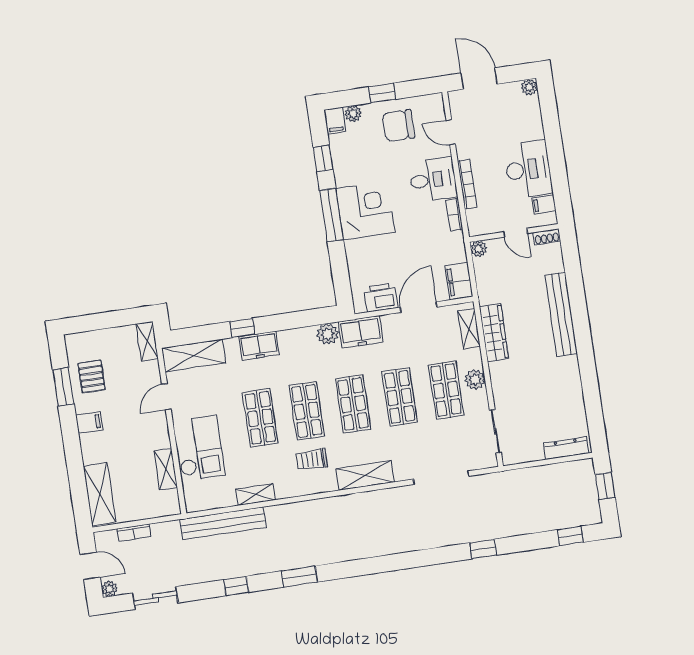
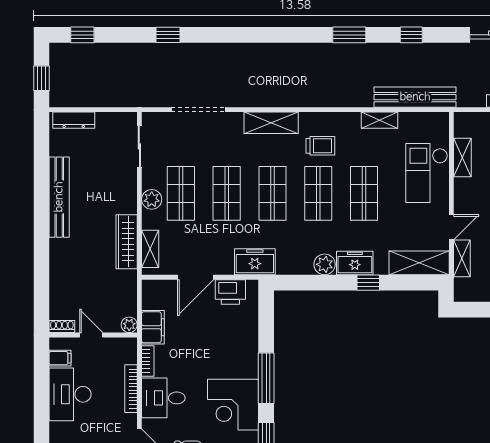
corner desk: (365, 210) -> (233, 405), moved
filing cabinet: (459, 281) -> (153, 327), moved
bench: (561, 315) -> (59, 197), moved
plant: (328, 334) -> (325, 264), moved
shelving: (147, 341) -> (462, 258), moved

